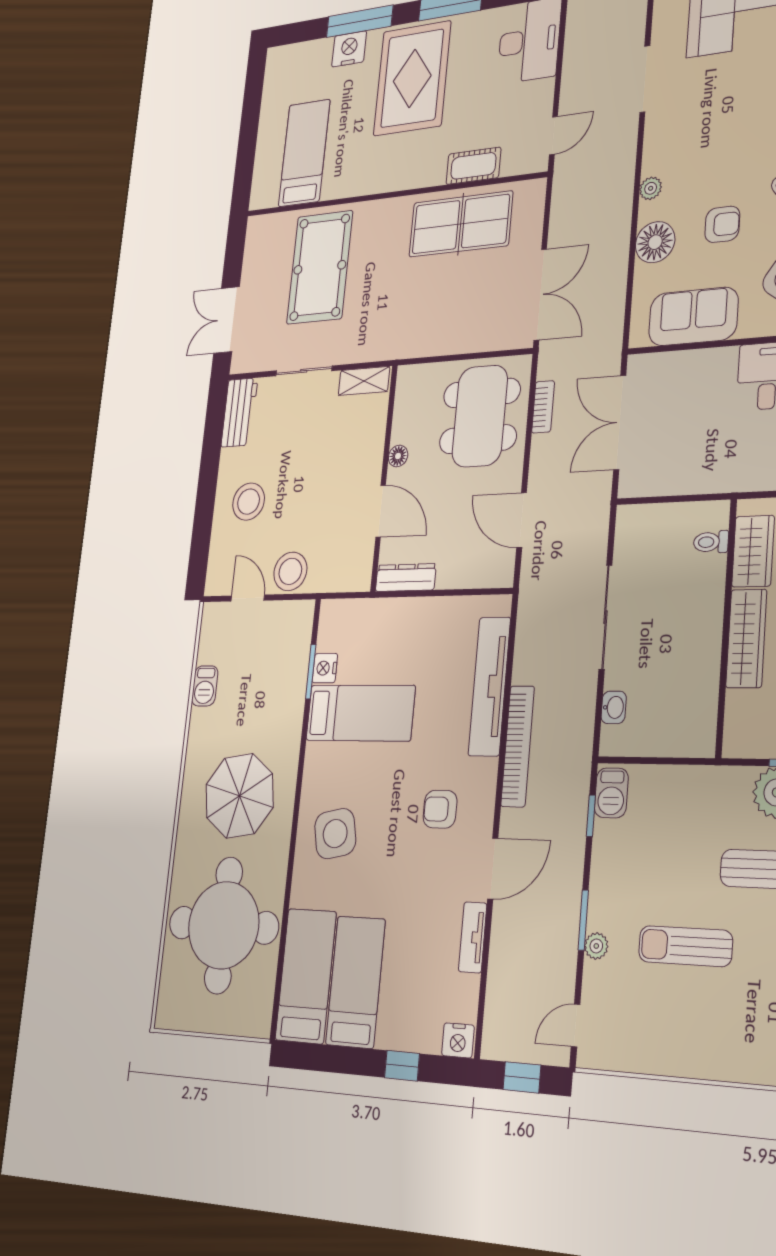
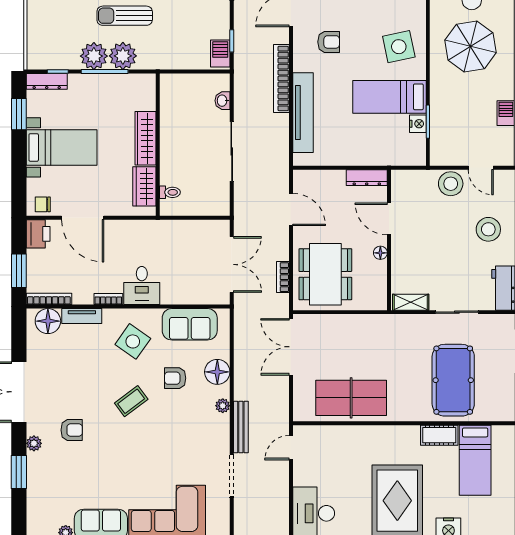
bench: (625, 158) -> (241, 427), added
cot: (473, 166) -> (439, 435), moved
side table: (335, 834) -> (399, 47), moved

